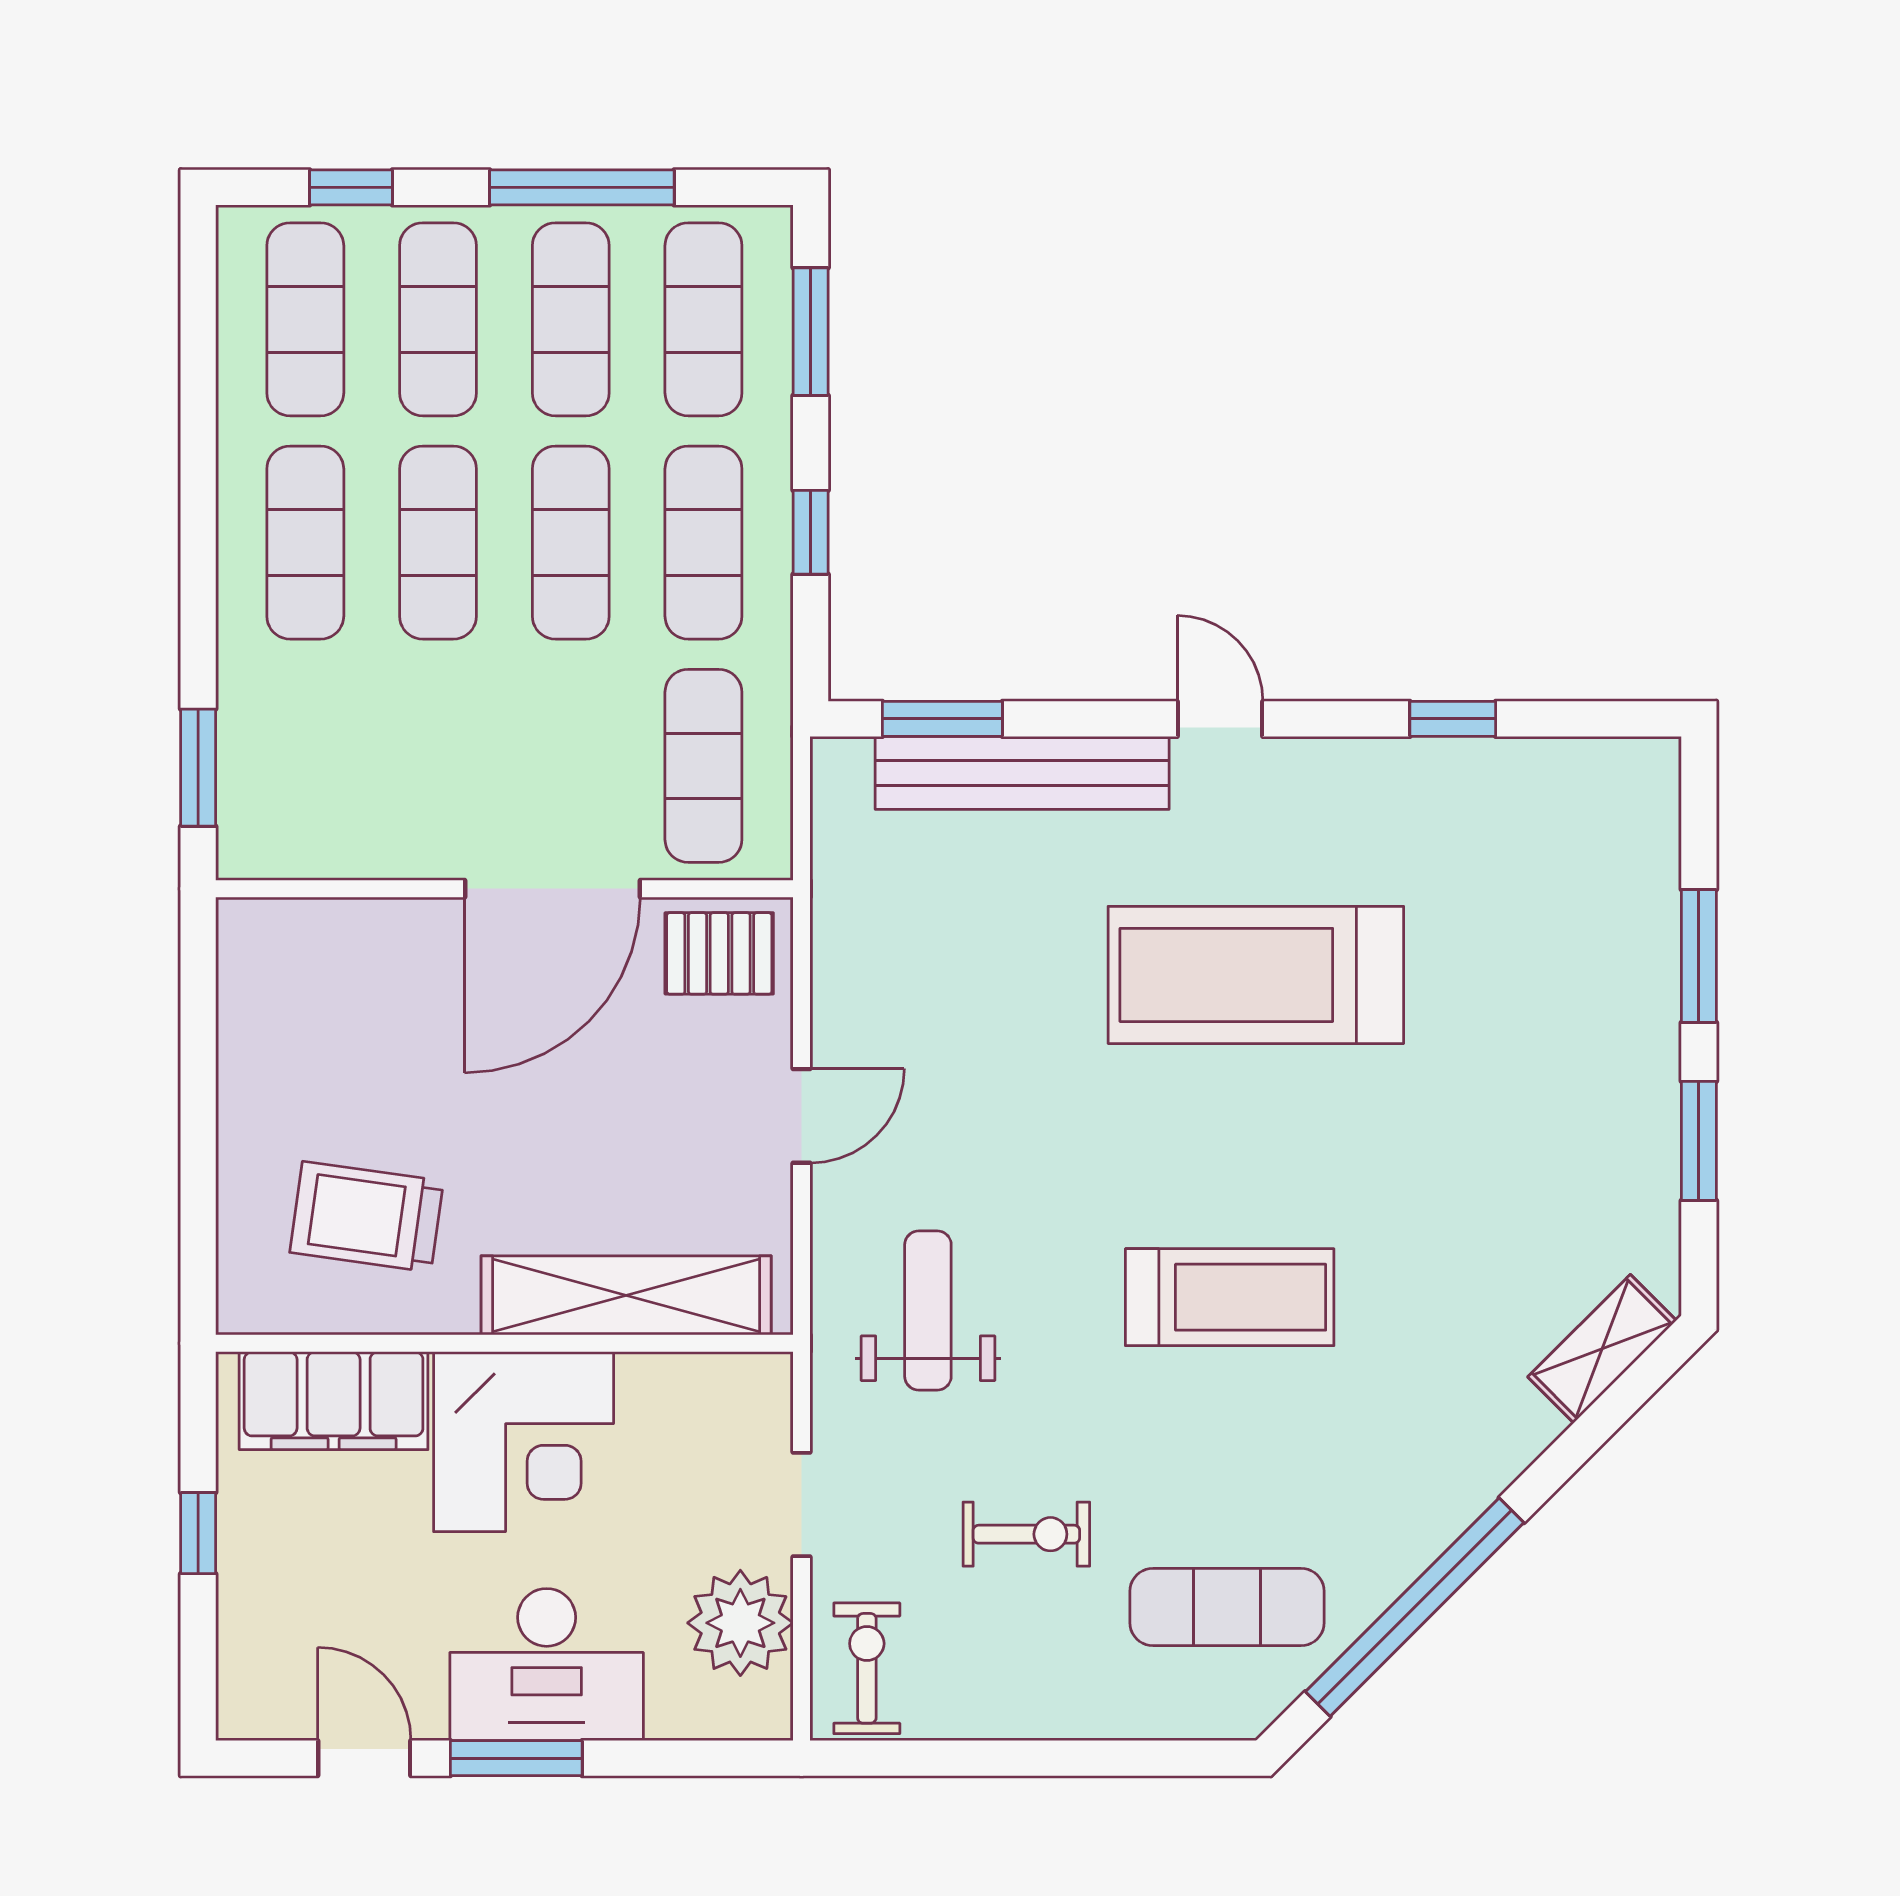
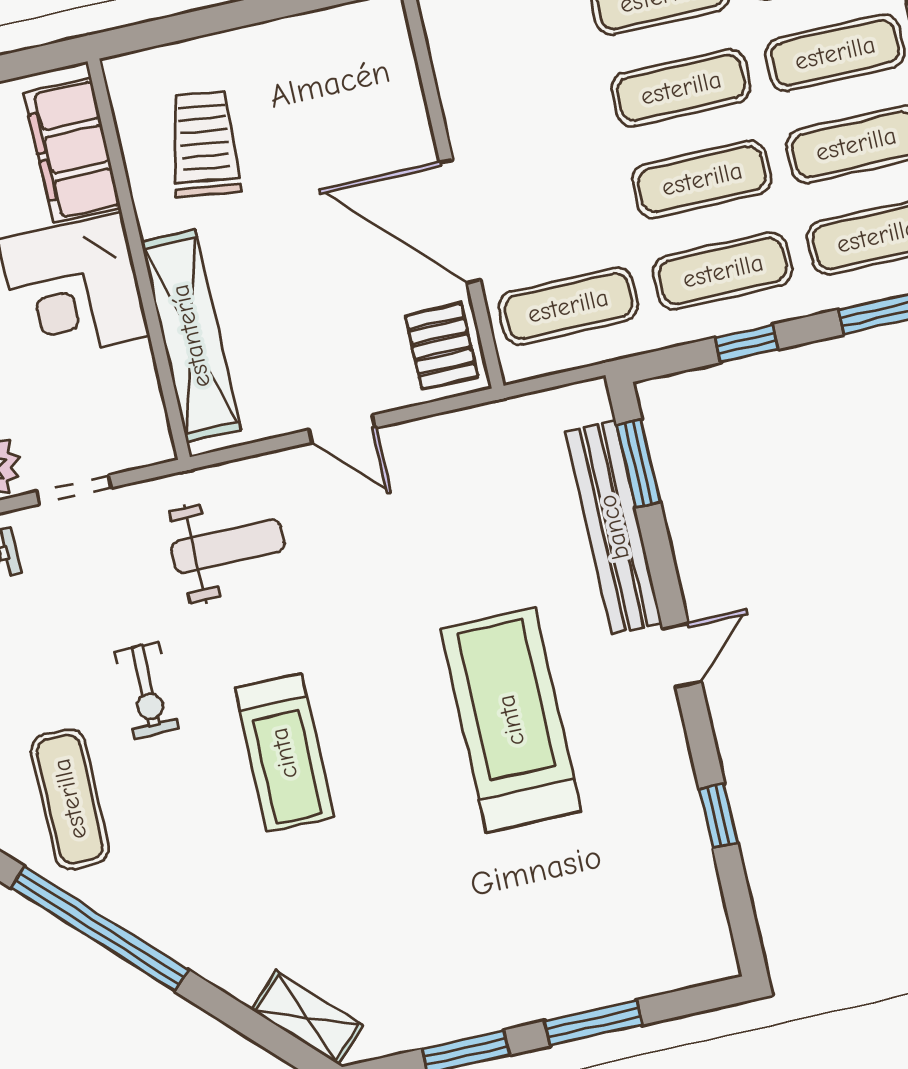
exercise bike: (1026, 1534) -> (147, 690), moved

